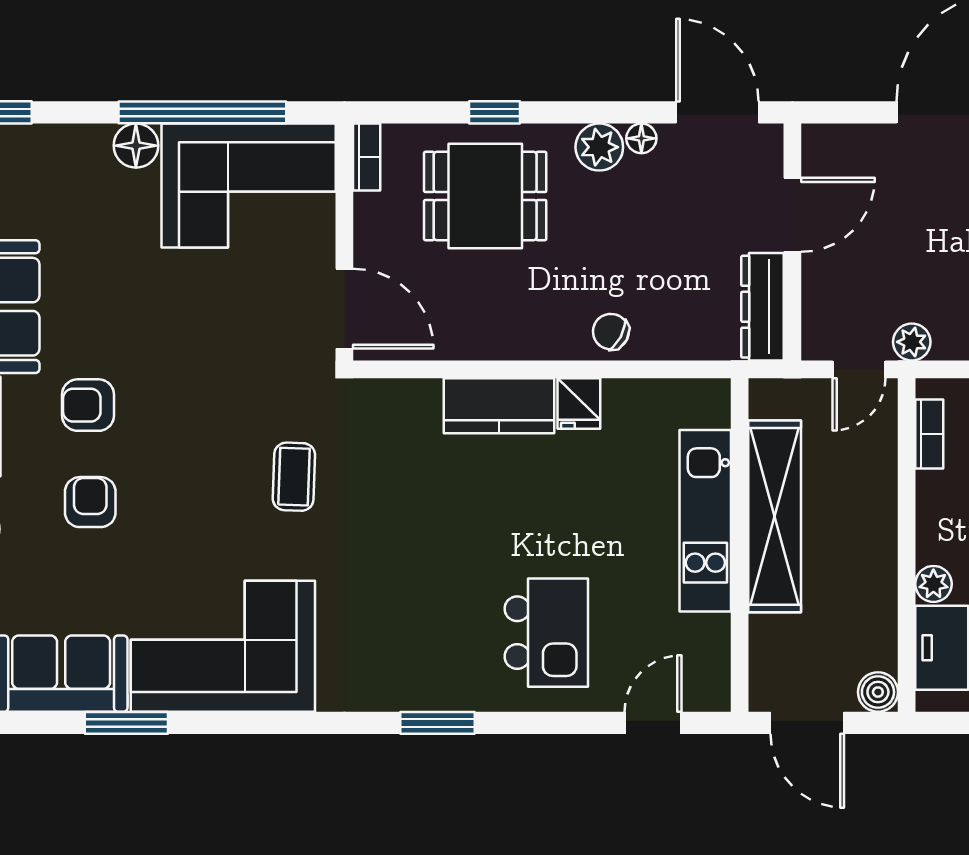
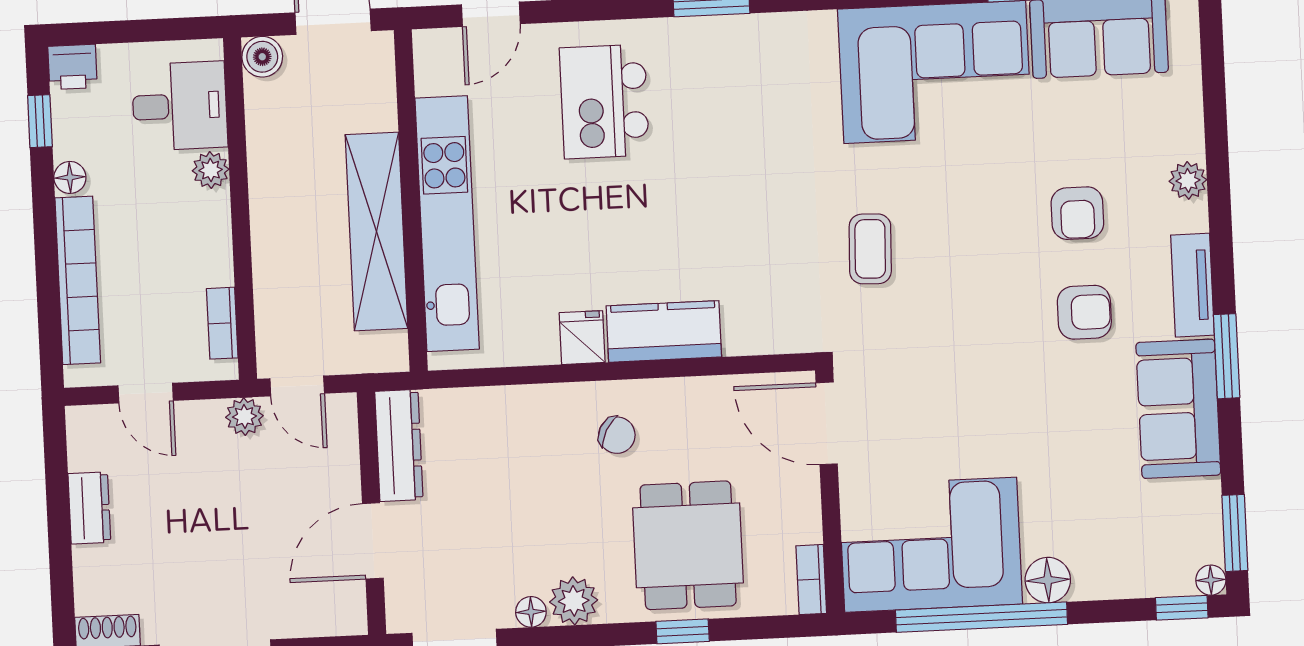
dining table: (485, 196) -> (688, 545), turned 90
chair: (611, 332) -> (617, 435), moved
door: (859, 369) -> (297, 386), swing flipped
kitchen unit: (705, 521) -> (447, 224), width x1.36

